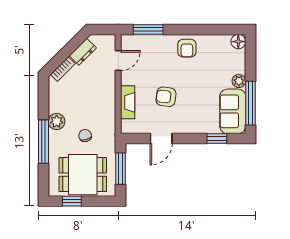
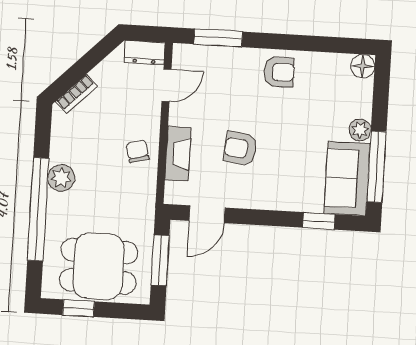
armchair: (187, 48) -> (279, 72), turned -90
dresser: (83, 52) -> (144, 53), moved, turned 45
chair: (85, 136) -> (138, 151), moved
door: (161, 139) -> (207, 214), moved
window: (43, 142) -> (38, 209), width x1.46

